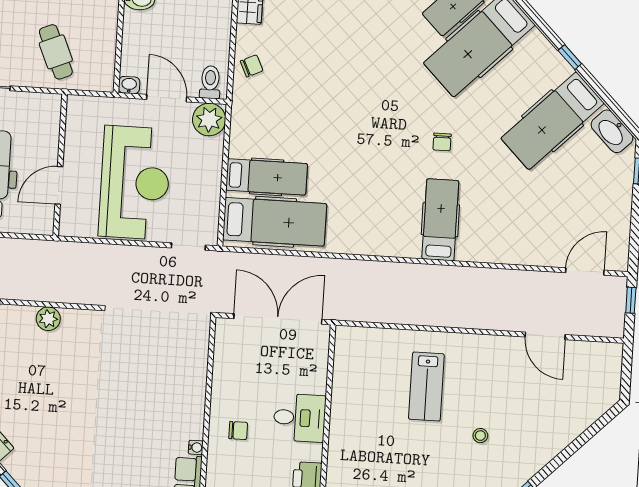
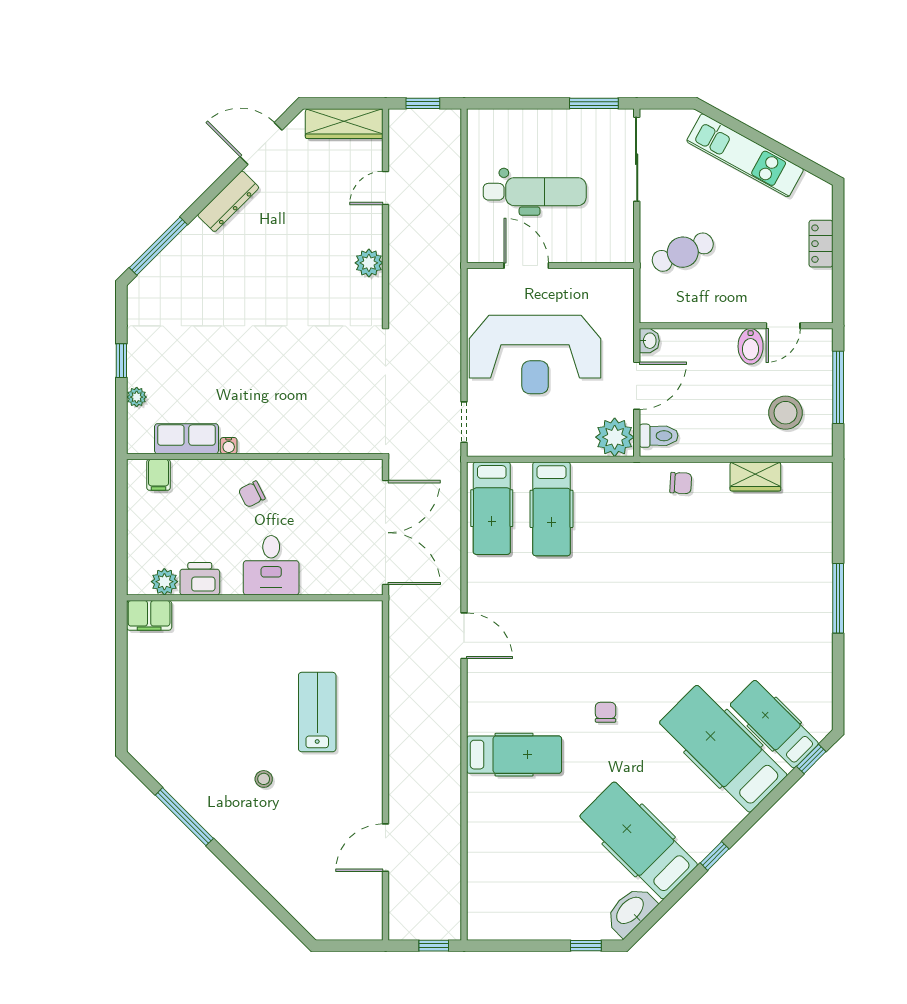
chair: (252, 66) -> (681, 483), turned -62
chair: (442, 142) -> (606, 712), turned 90
hospital bed: (440, 220) -> (514, 755), moved
hospital bed: (275, 222) -> (492, 508), width x0.73, depth x0.78
door: (585, 271) -> (464, 636), moved
lab bench: (426, 387) -> (317, 712), turned 90
chair: (238, 430) -> (252, 494), turned 63

